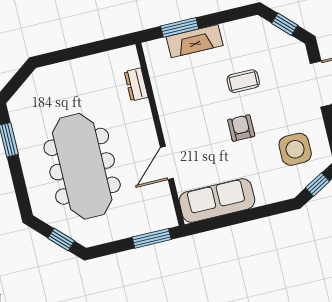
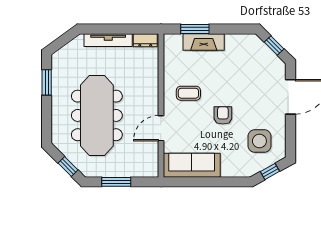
tv unit: (74, 68) -> (108, 40), added
coffee table: (243, 81) -> (188, 93), moved
dresser: (136, 84) -> (145, 40), moved, turned -90
window: (152, 238) -> (116, 182), moved

